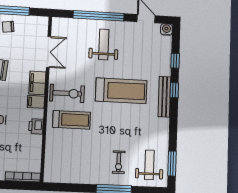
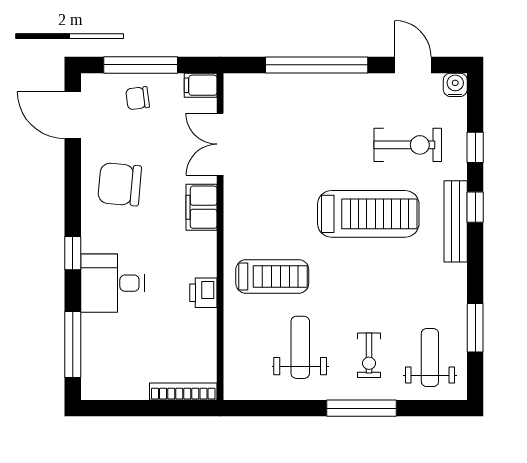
weight bench: (104, 45) -> (300, 347), moved
double door: (49, 52) -> (220, 144), swing flipped
exercise bike: (67, 93) -> (408, 145), moved
filing cabinet: (36, 102) -> (201, 85), moved
window: (172, 164) -> (475, 328), moved

